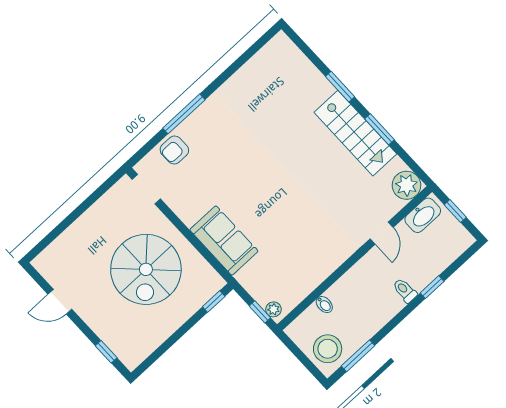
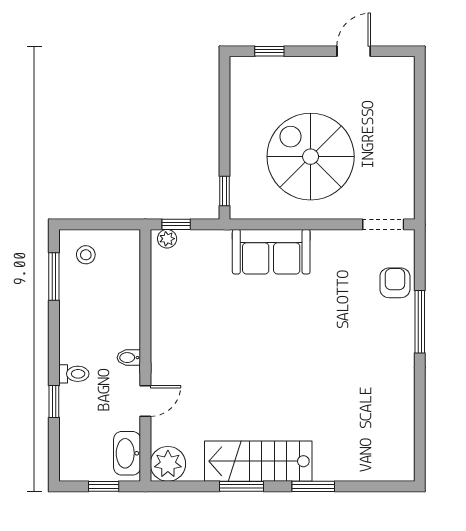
door: (382, 233) -> (145, 401), swing flipped
bidet: (324, 305) -> (129, 358), moved
stool: (328, 349) -> (86, 255), width x0.53, depth x0.53

